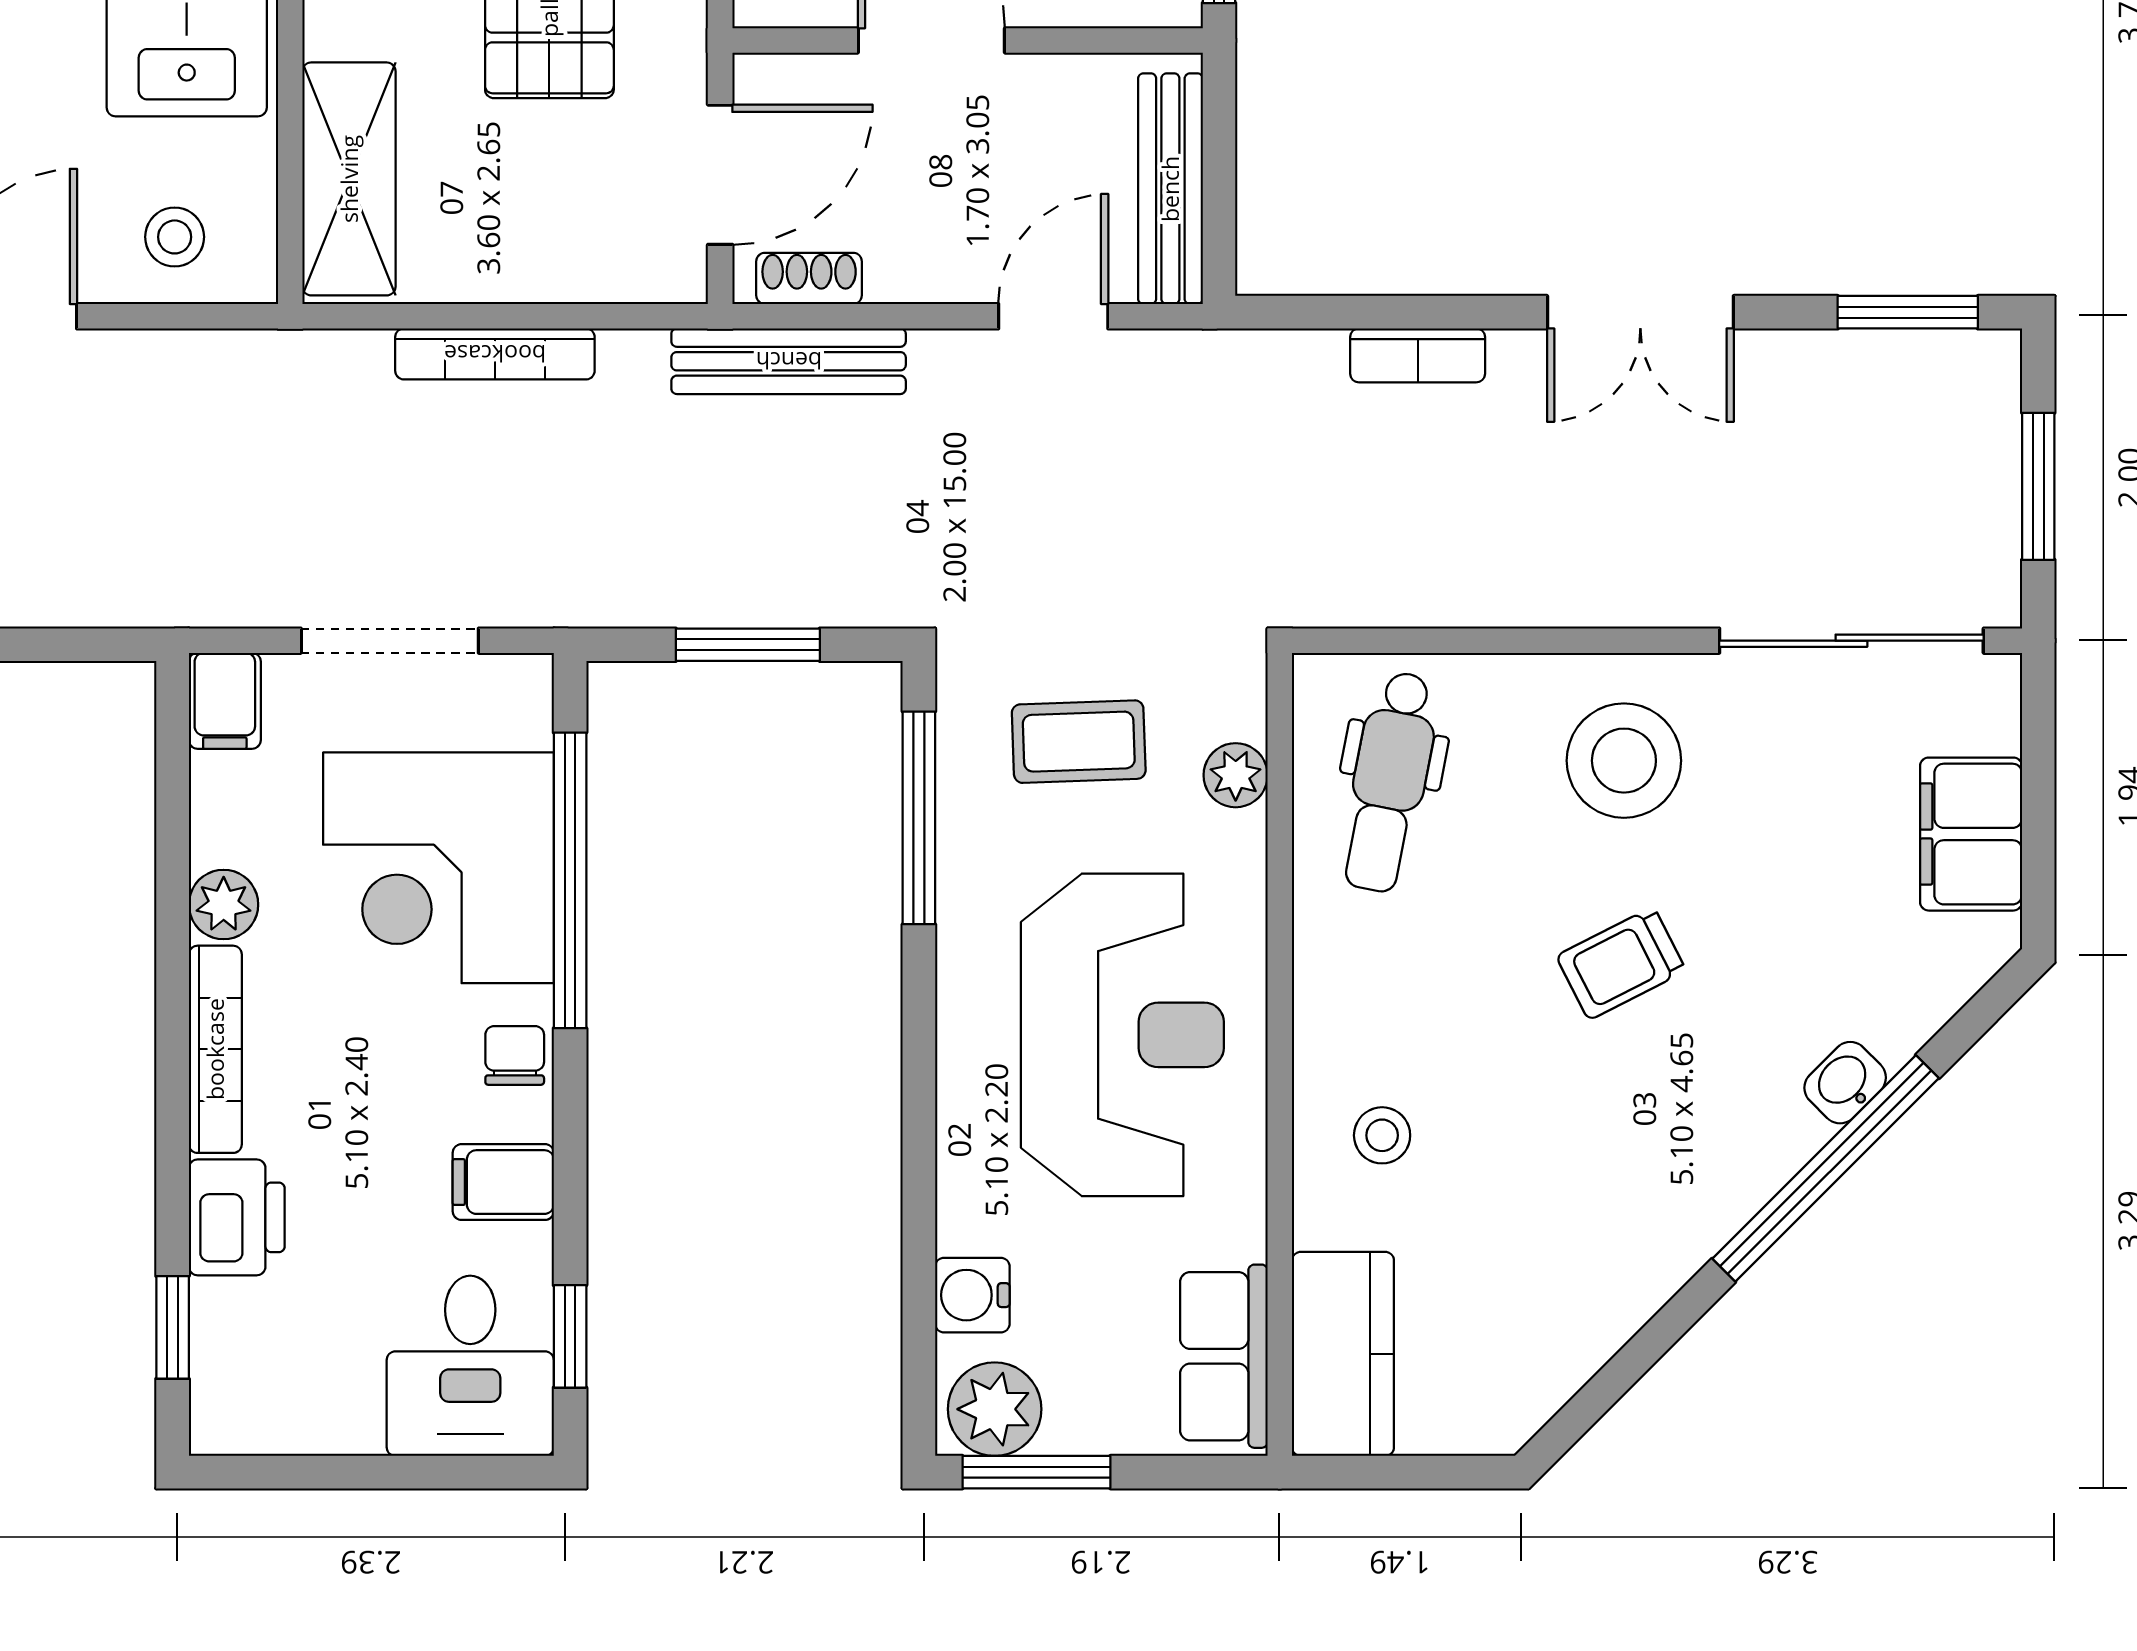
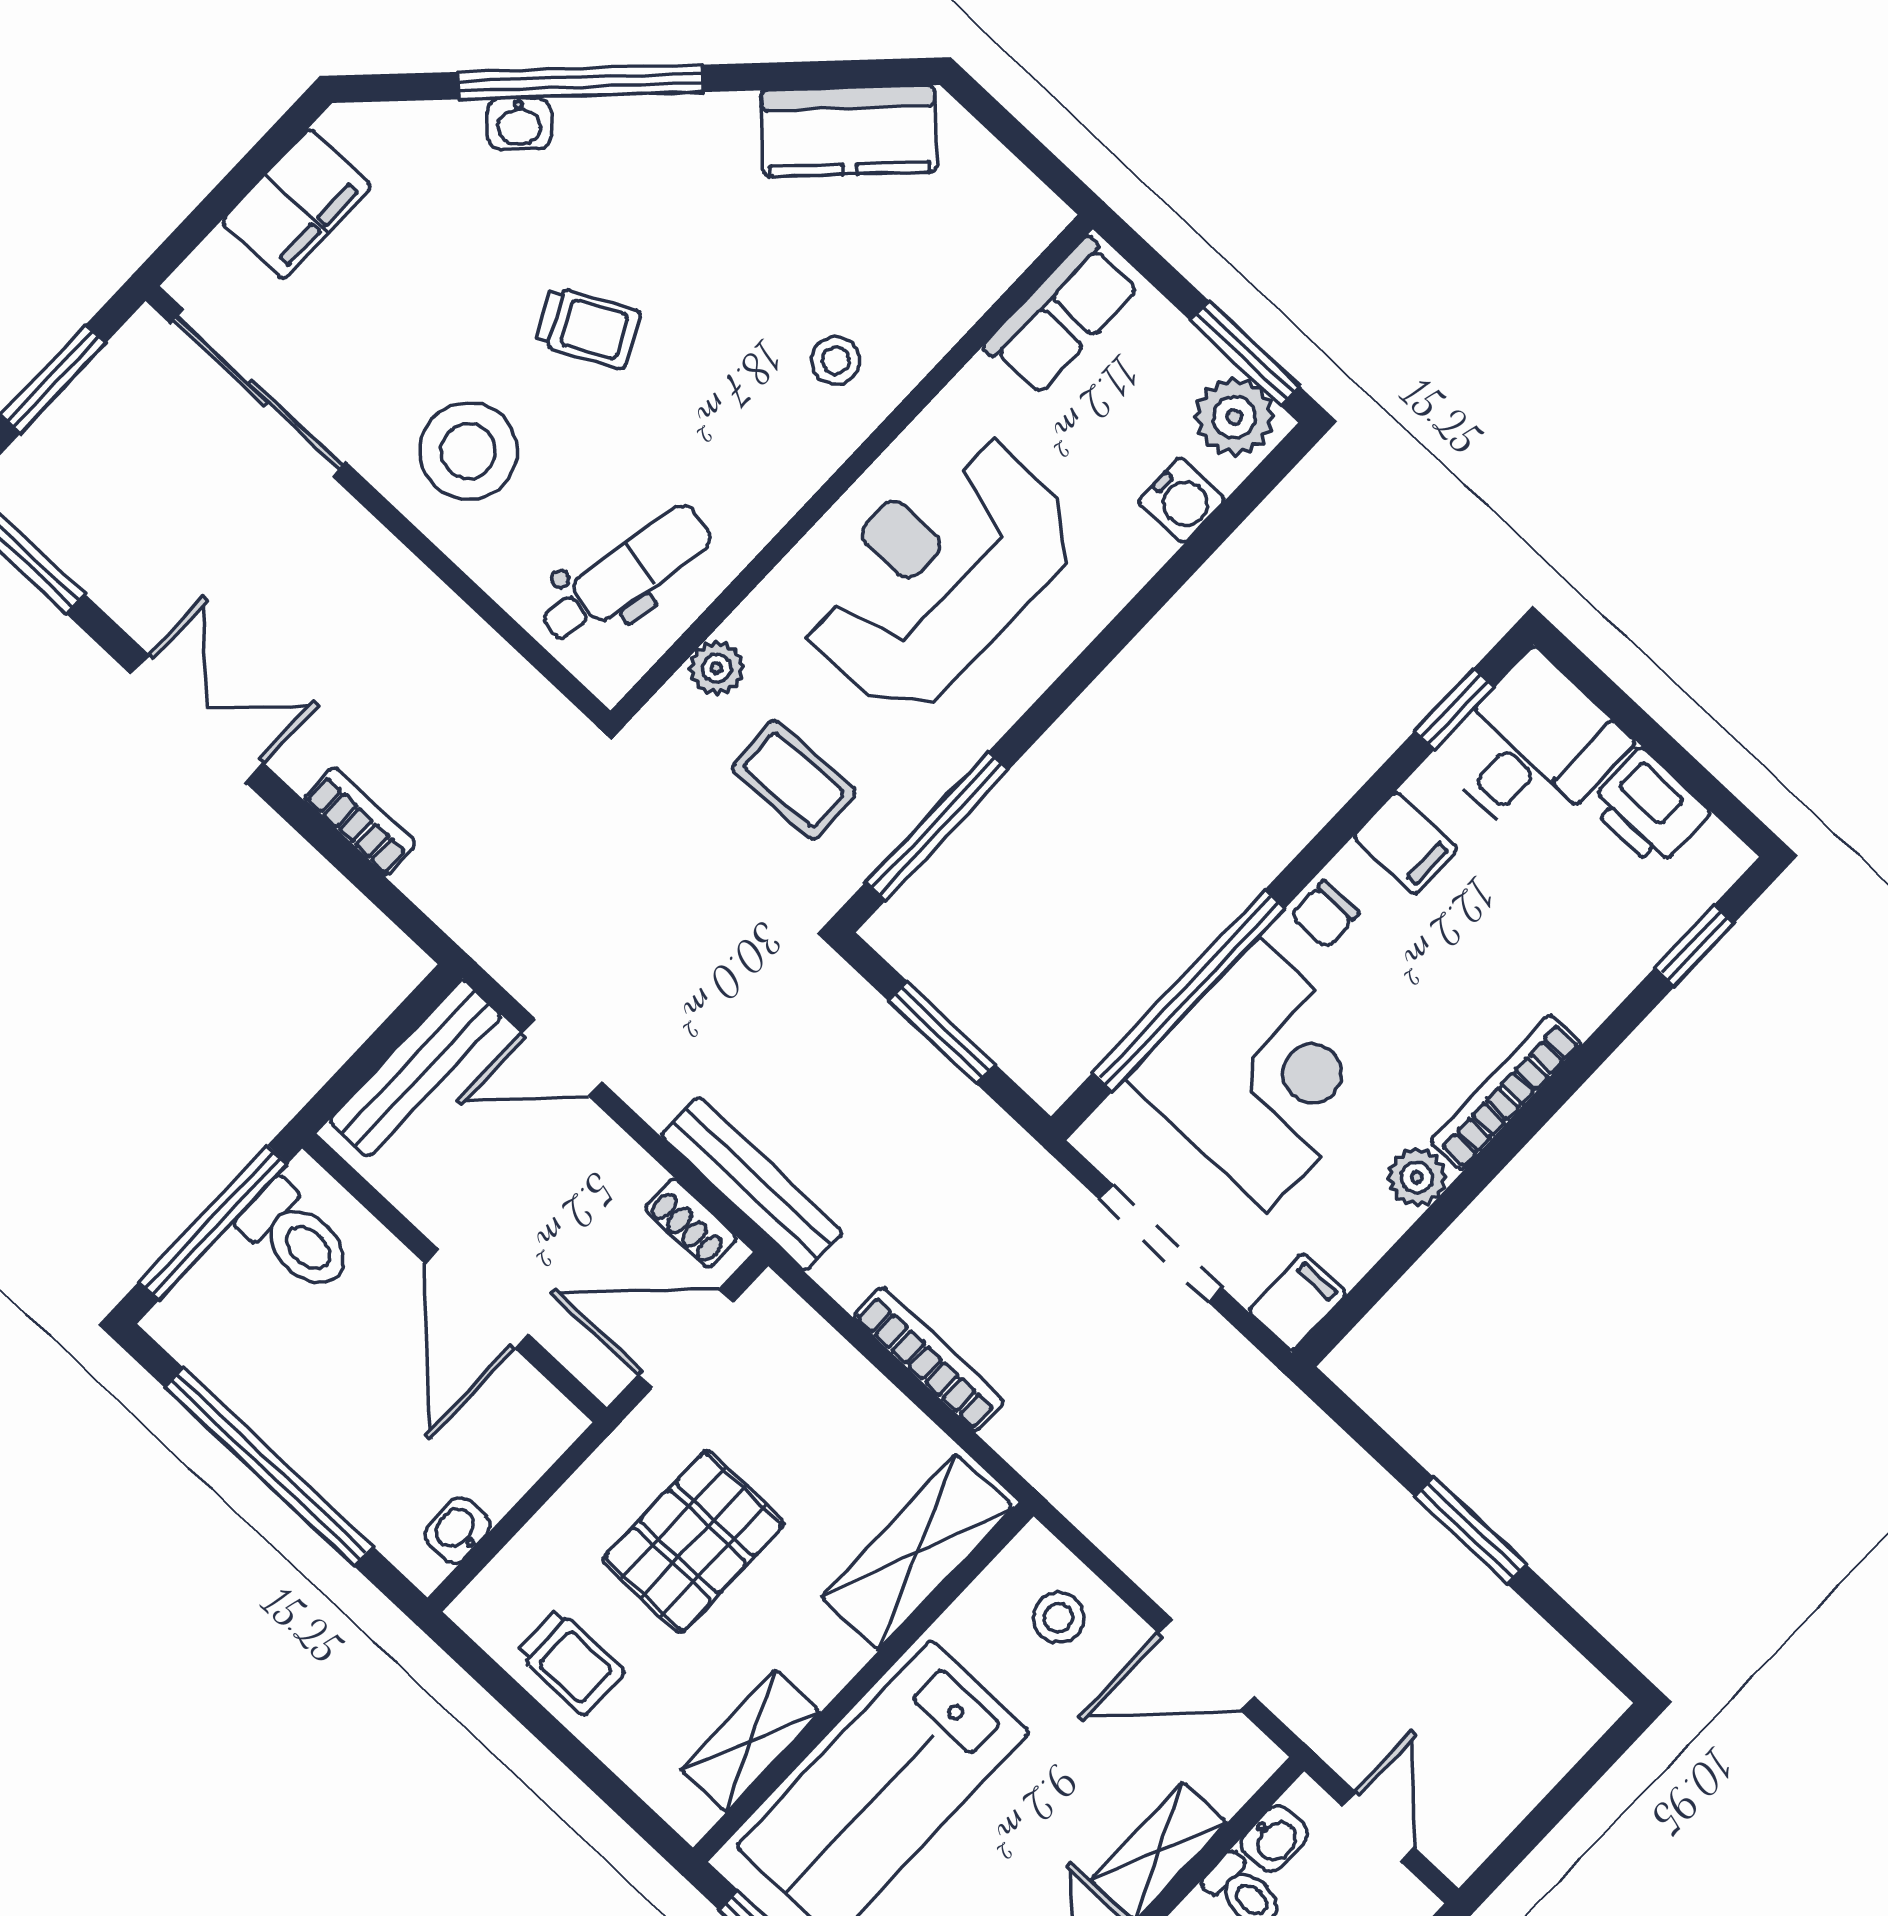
printer: (237, 1217) -> (1649, 809), moved, turned -90
kitchen counter: (1343, 1354) -> (849, 131), moved, turned -135

